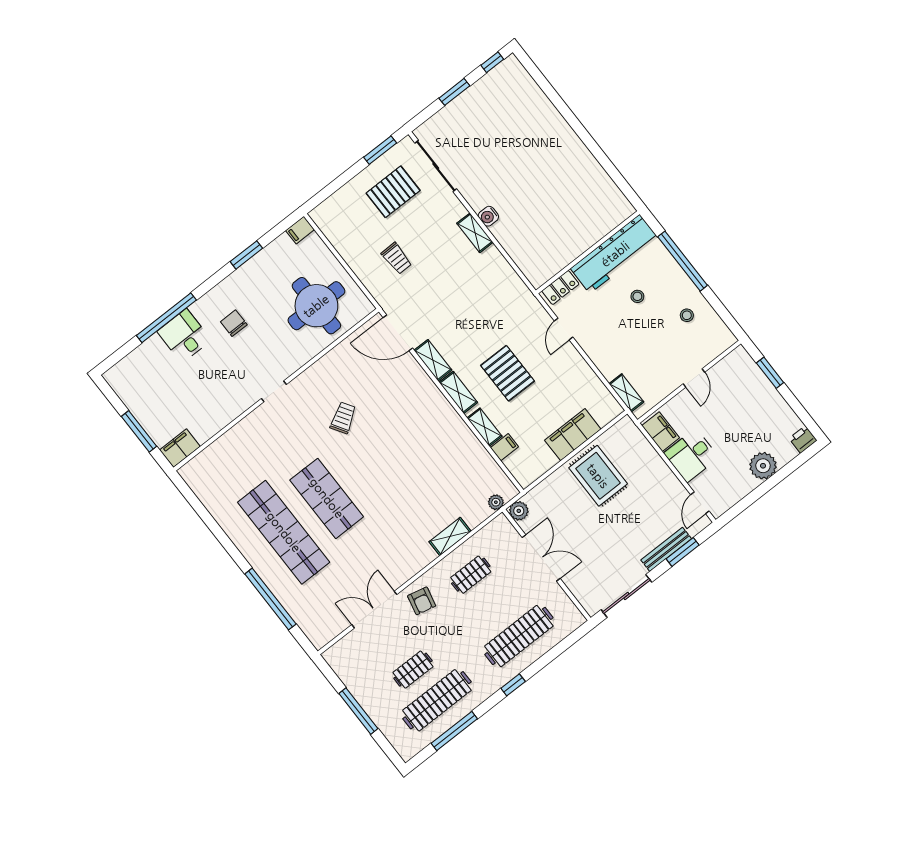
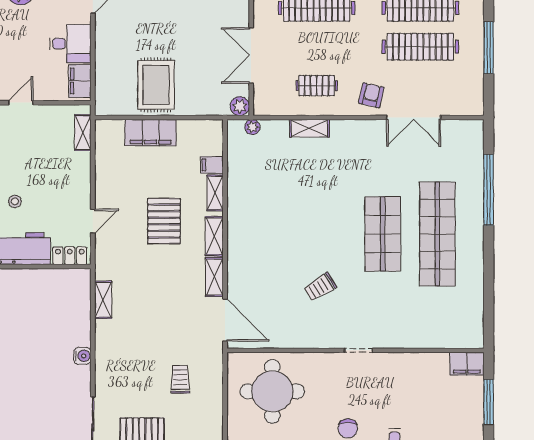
shelving: (475, 233) -> (103, 300), moved
clothes rail: (413, 670) -> (420, 47), width x1.86, depth x1.31

